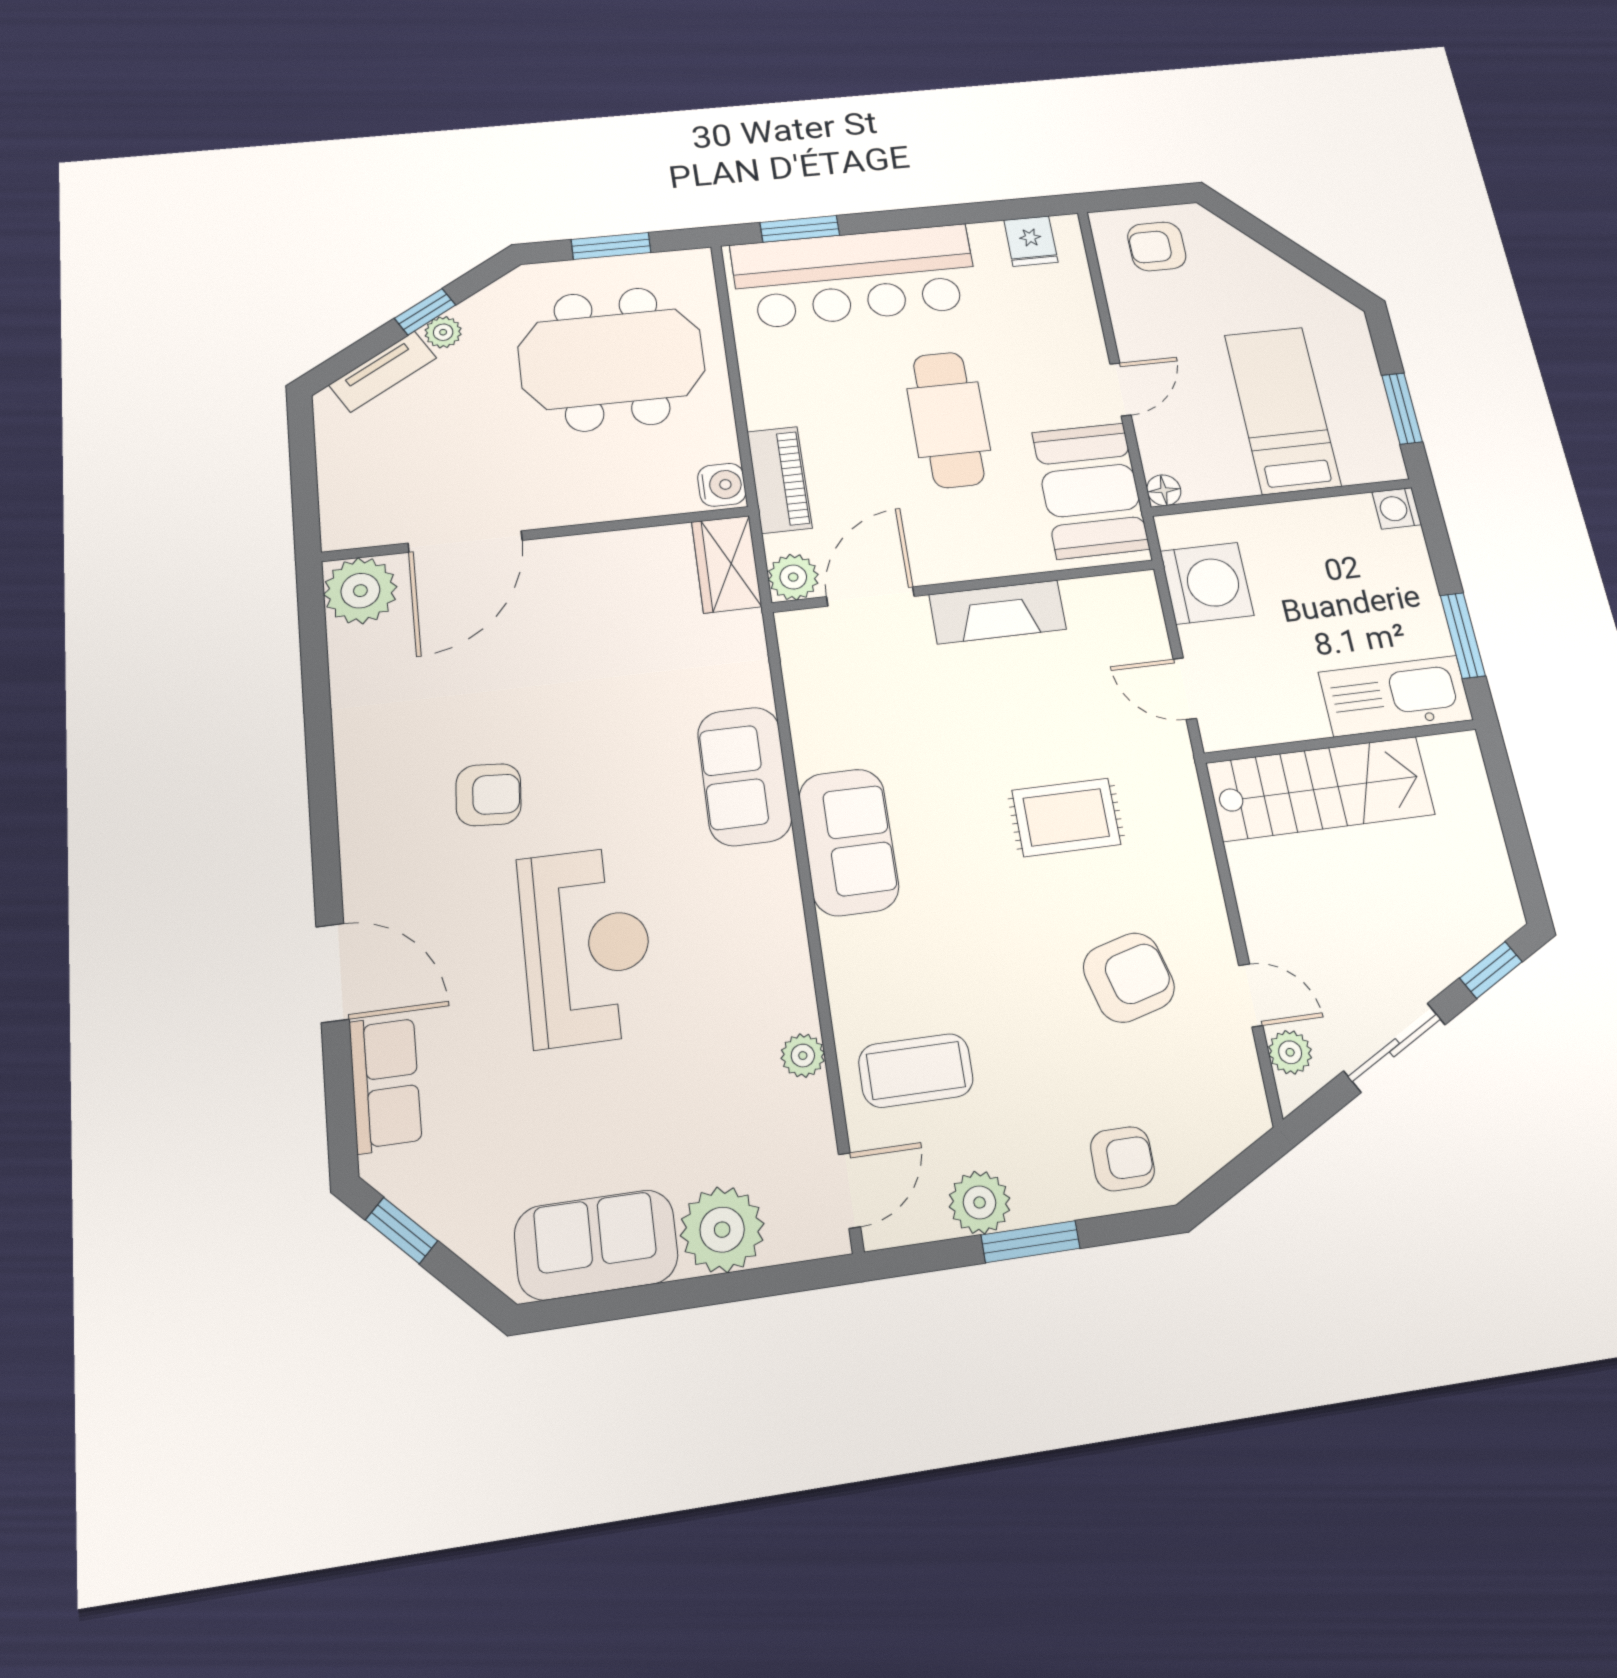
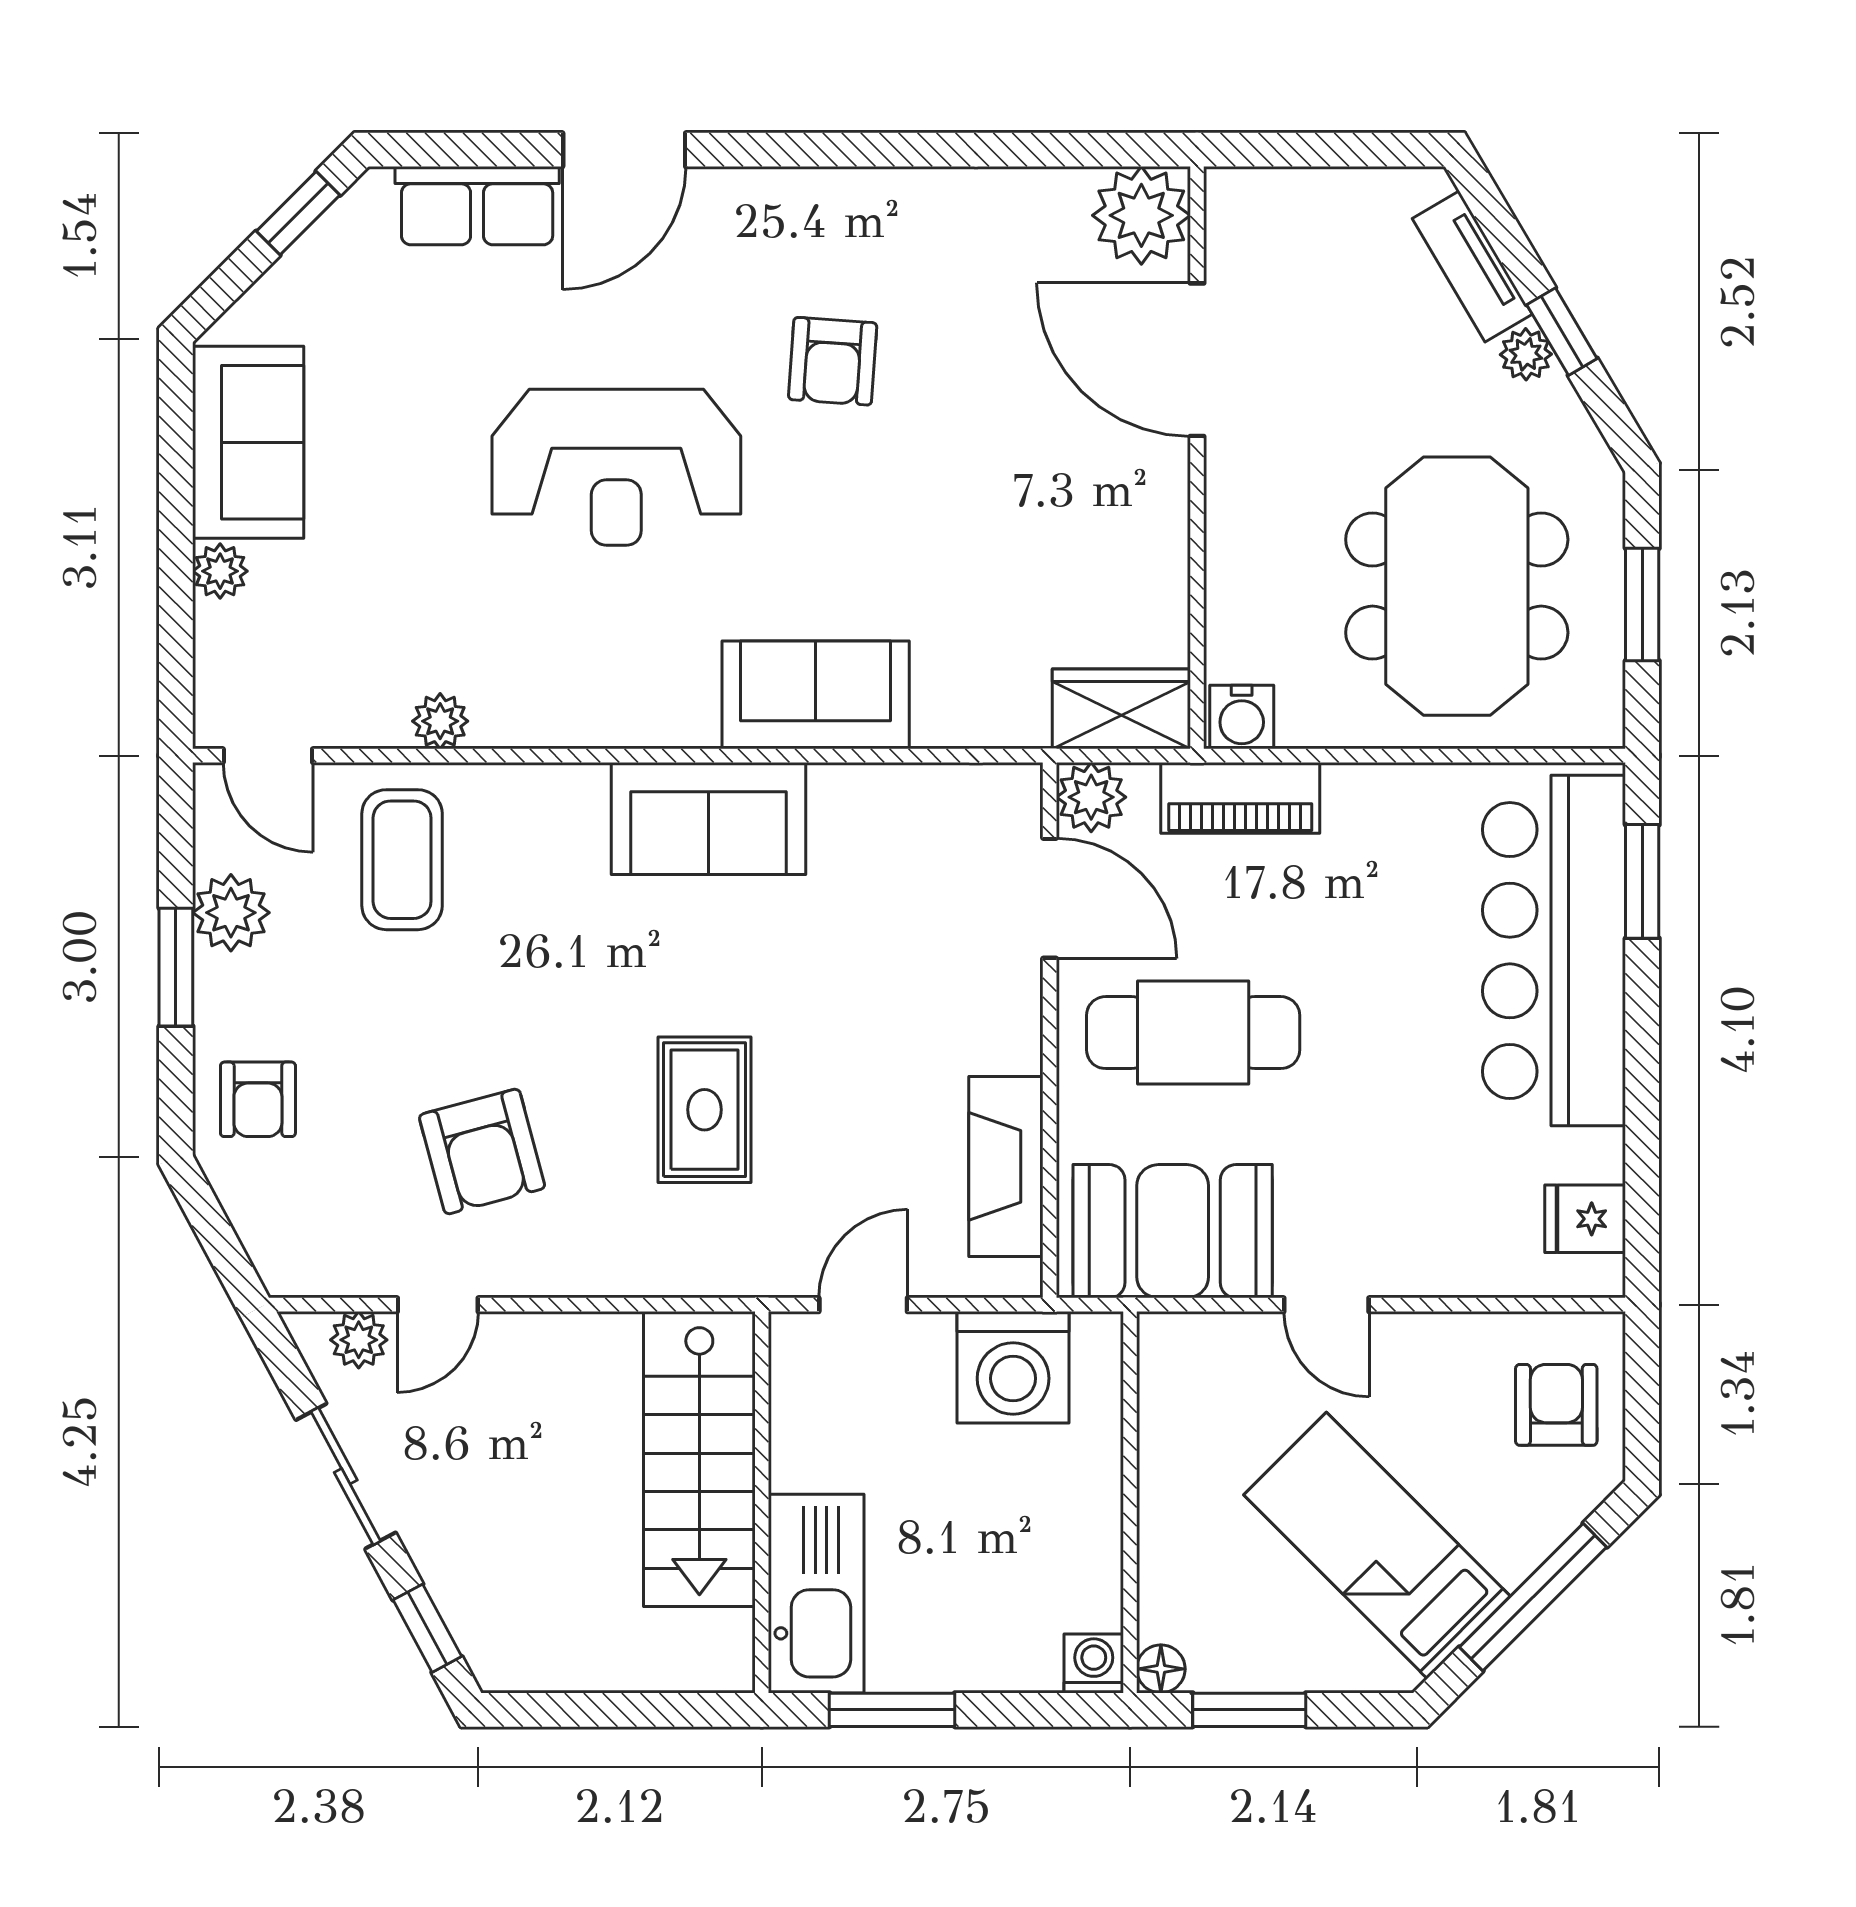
window: (1285, 248) -> (1533, 1597), added
bed: (1282, 410) -> (1377, 1545), moved, turned -135
cafe table: (949, 419) -> (1193, 1033), moved
floor lamp: (1164, 490) -> (1161, 1669), moved
fireplace: (998, 612) -> (1006, 1166), moved
plant: (722, 1230) -> (220, 571), width x0.53, depth x0.53

